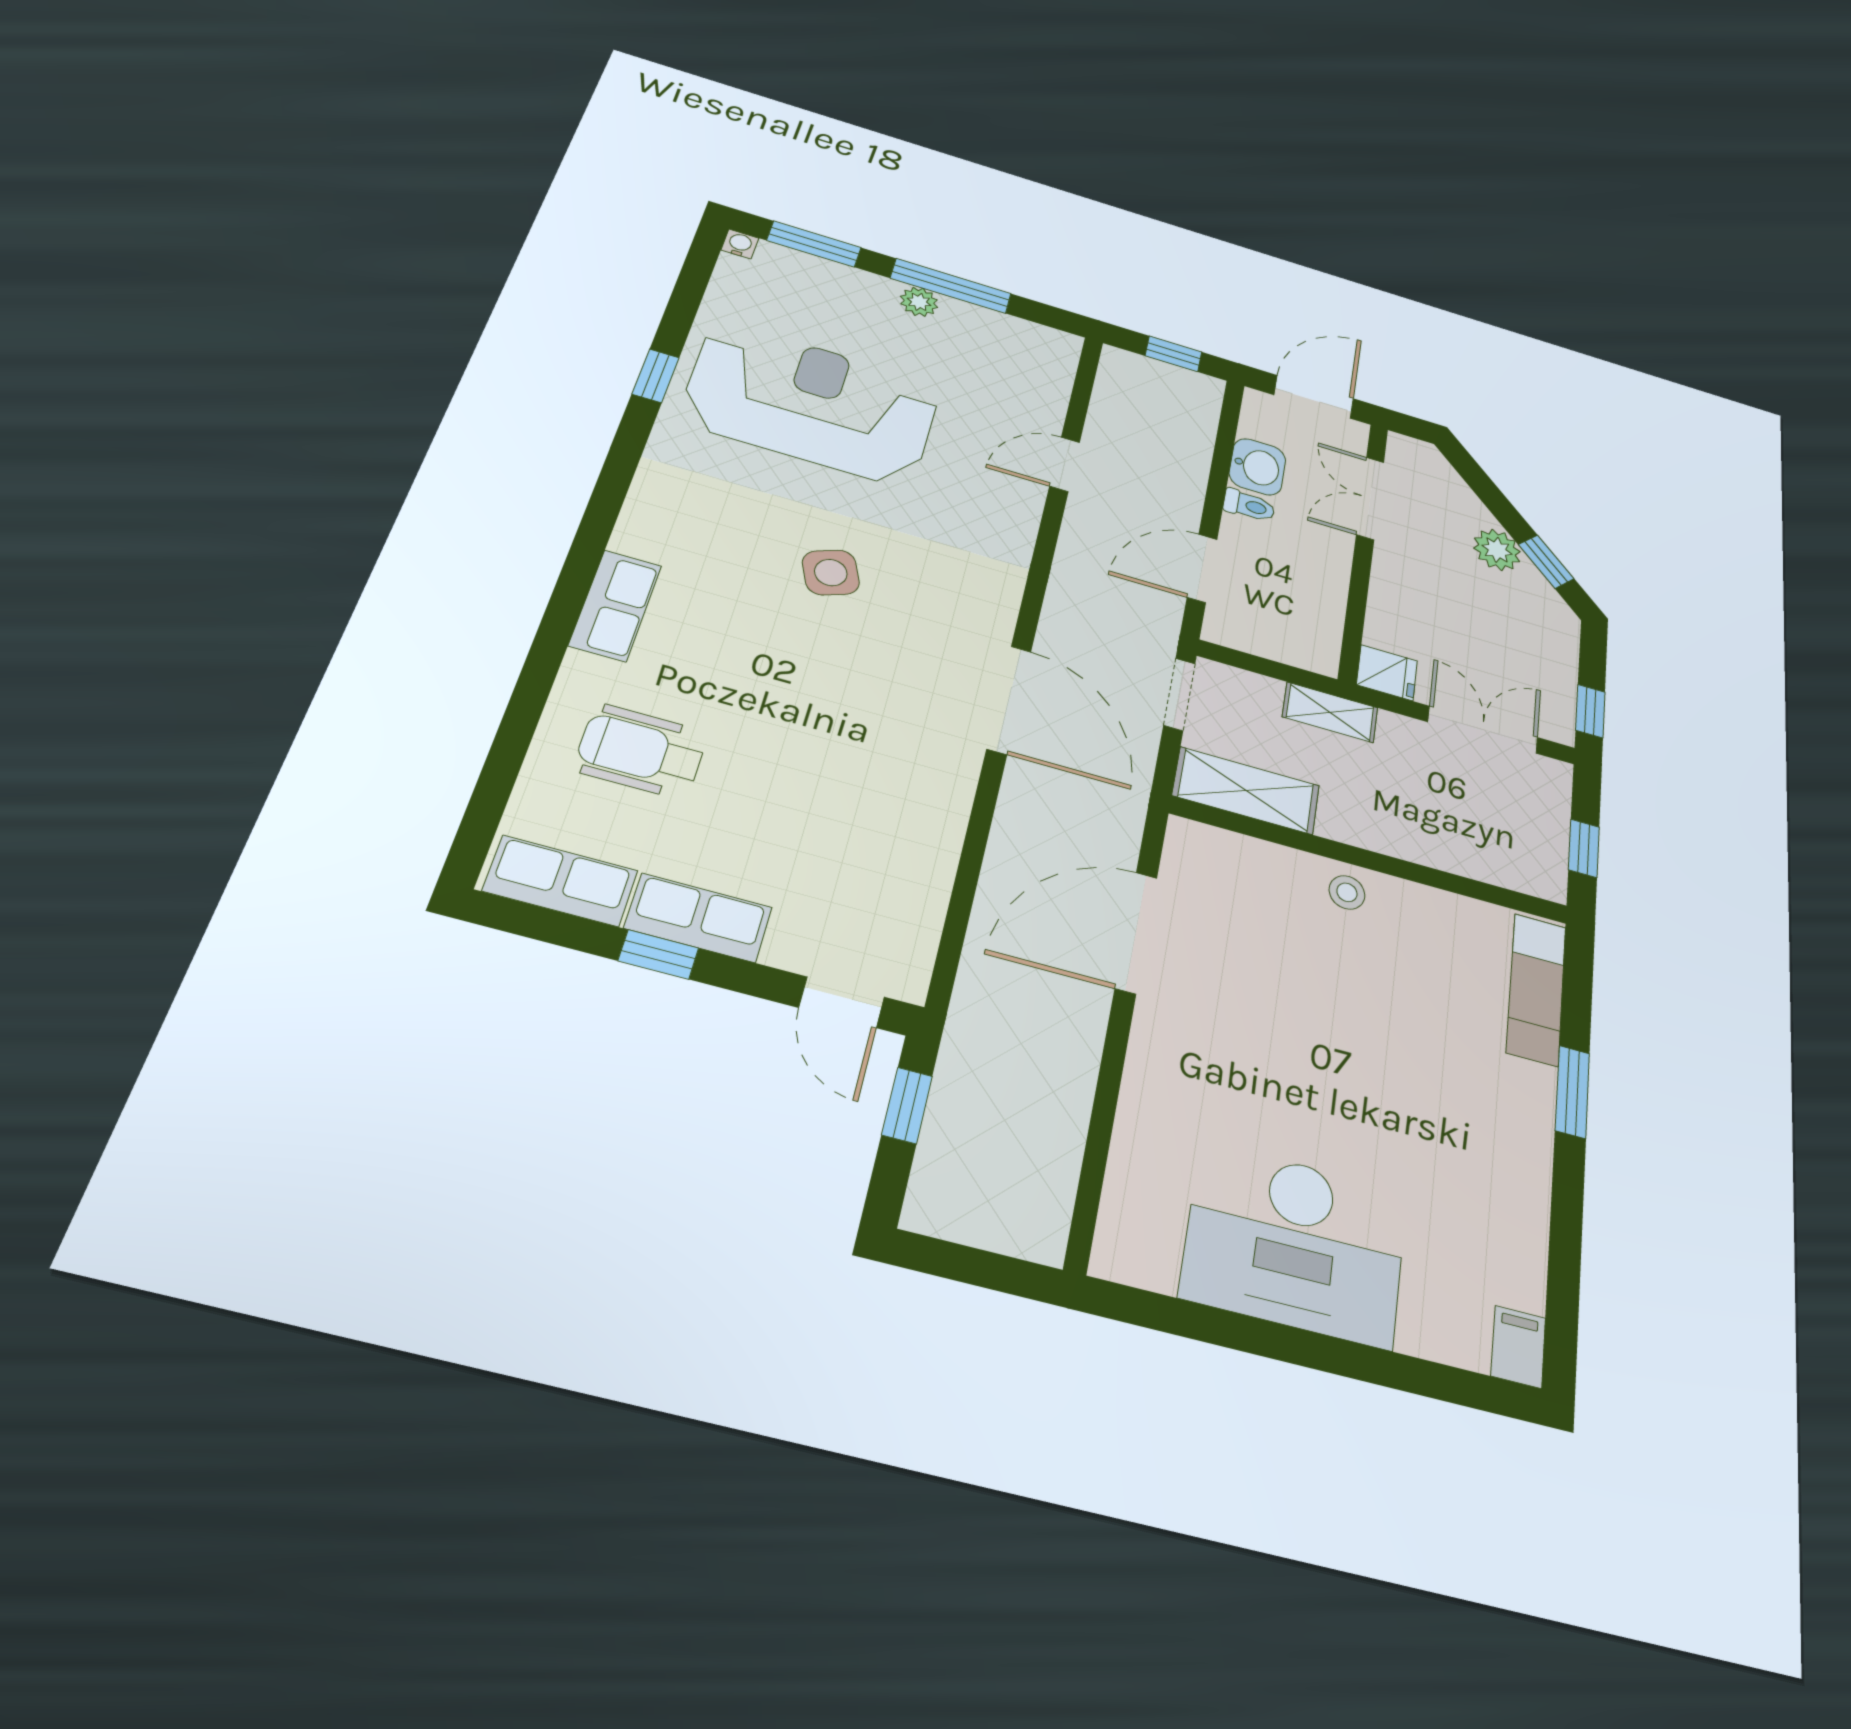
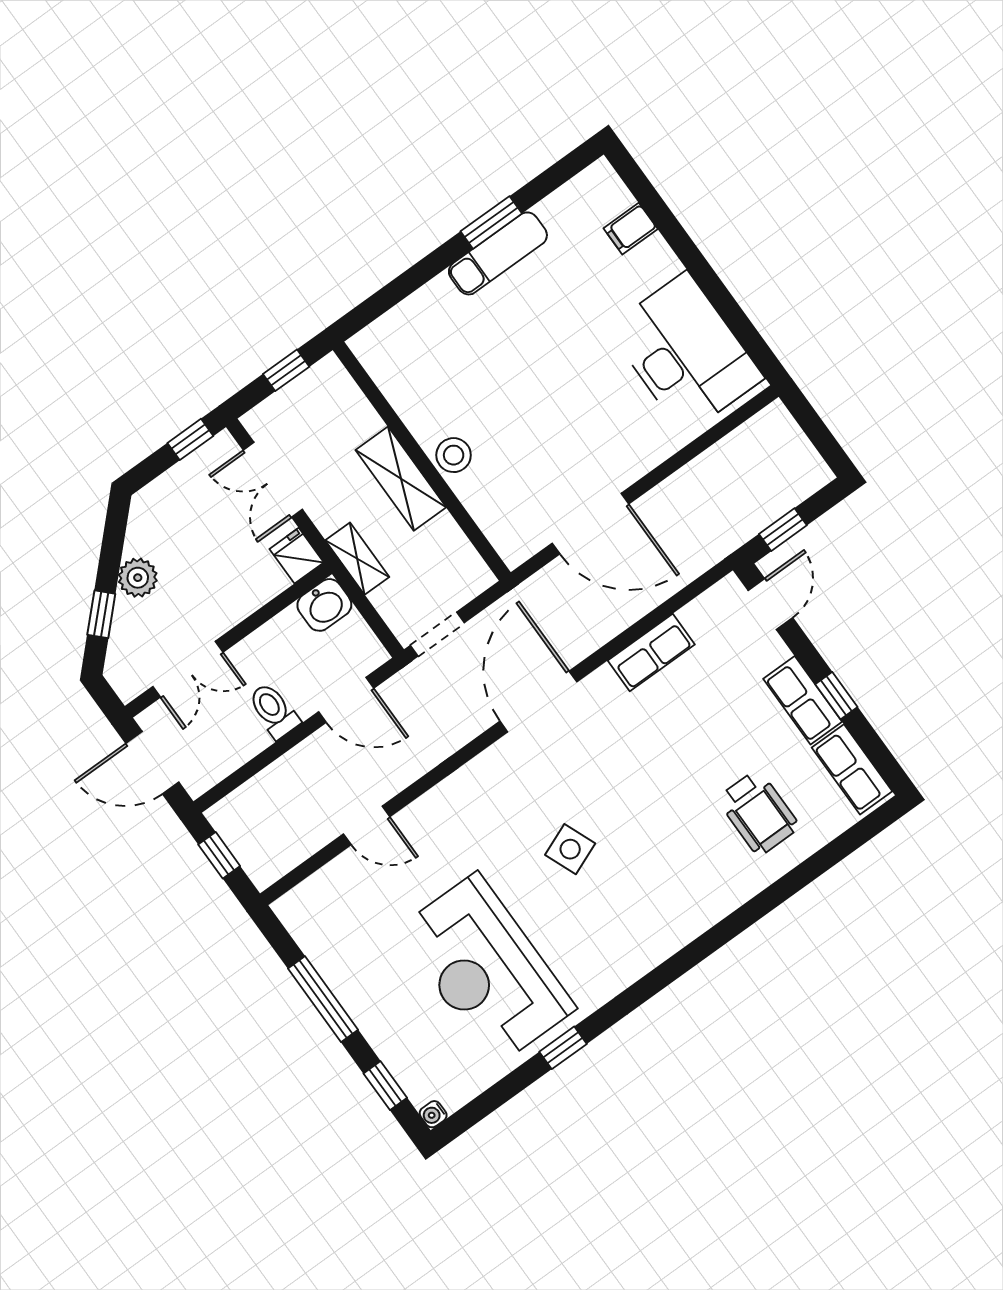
window: (814, 244) -> (385, 1086), width x0.67
plant: (919, 302) -> (355, 1000), removed
washbasin: (1257, 467) -> (324, 605), moved, turned 180
toilet: (1249, 506) -> (274, 711), width x1.37, depth x1.39
window: (1546, 562) -> (101, 614), moved
row of seats: (615, 605) -> (651, 653), moved, turned 180
shelving: (1246, 791) -> (401, 479), moved
stool: (1347, 892) -> (454, 455), width x1.37, depth x1.37
exam couch: (1536, 989) -> (498, 253), moved
window: (1572, 1092) -> (491, 222), moved
desk: (1295, 1244) -> (685, 353), moved
filing cabinet: (1518, 1347) -> (631, 229), moved

